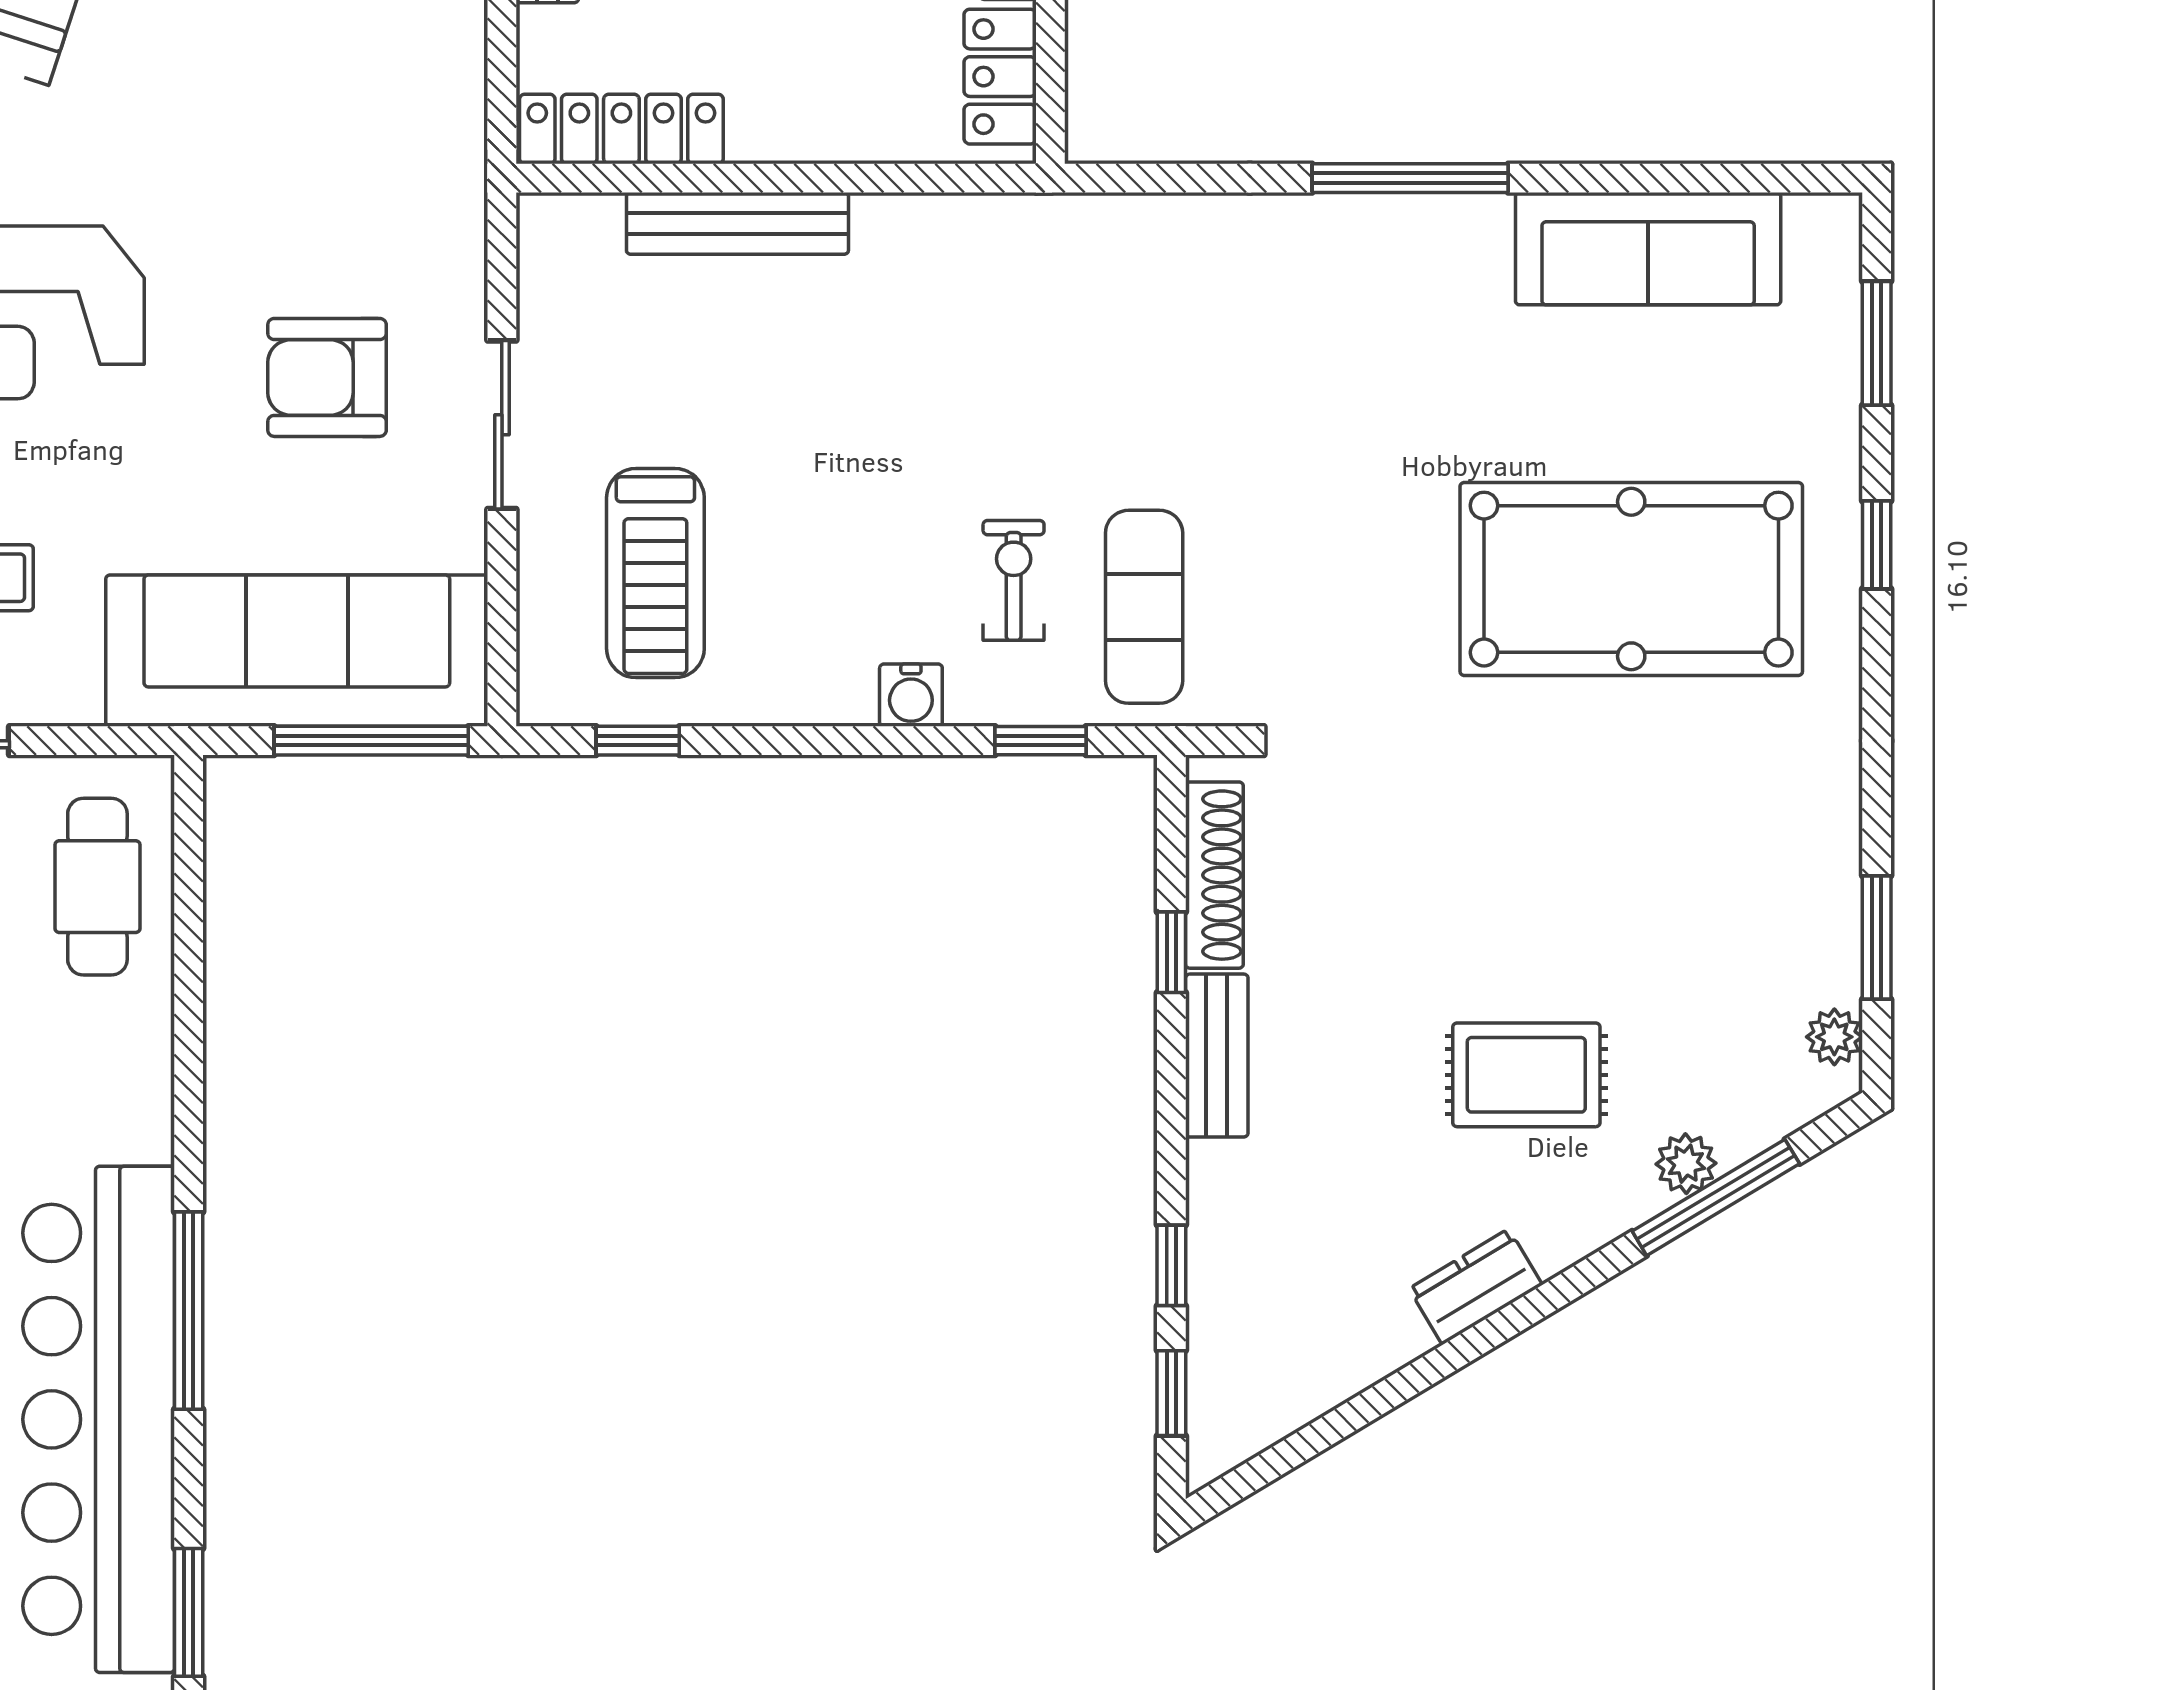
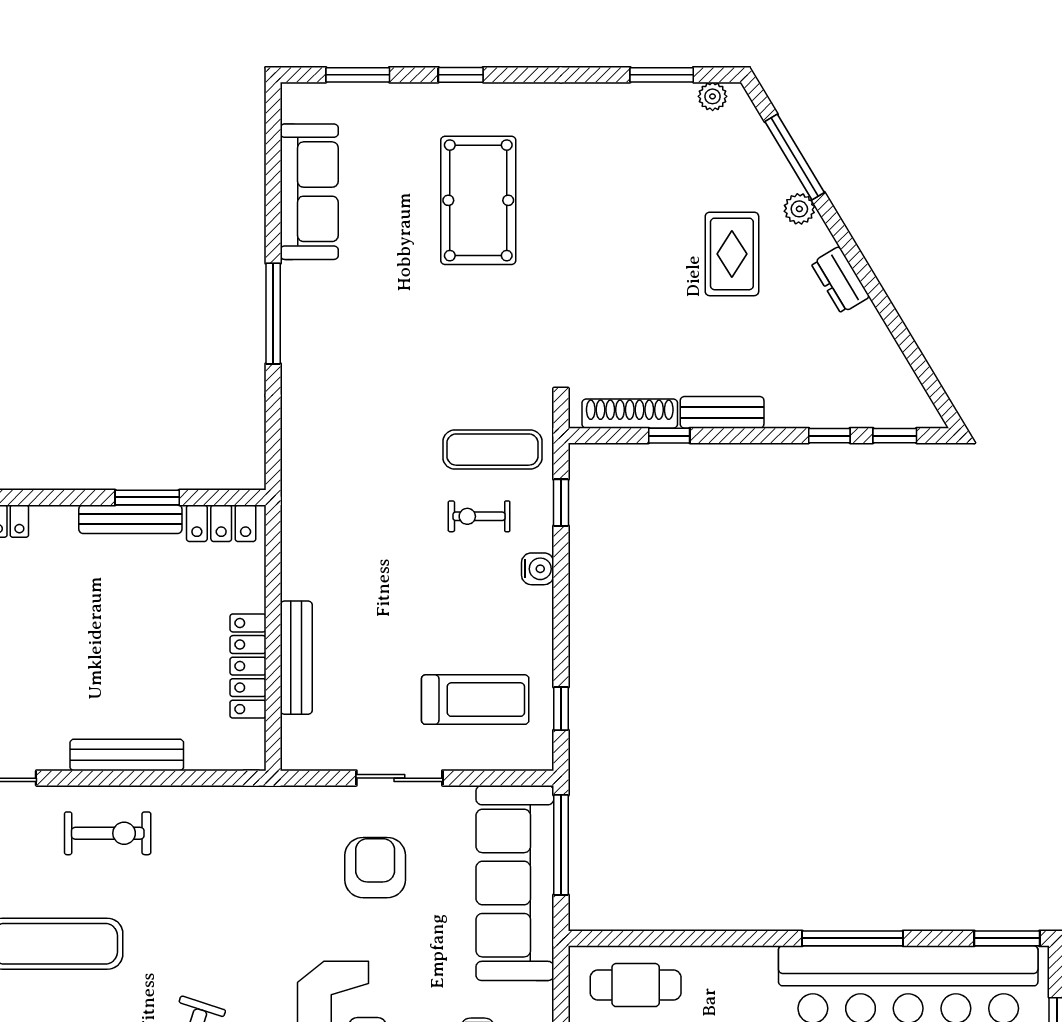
locker: (621, 129) -> (248, 666), moved
armchair: (327, 377) -> (375, 868), turned 180
pool table: (1631, 579) -> (478, 200), width x0.73, depth x0.76
plant: (1686, 1164) -> (799, 209), moved

